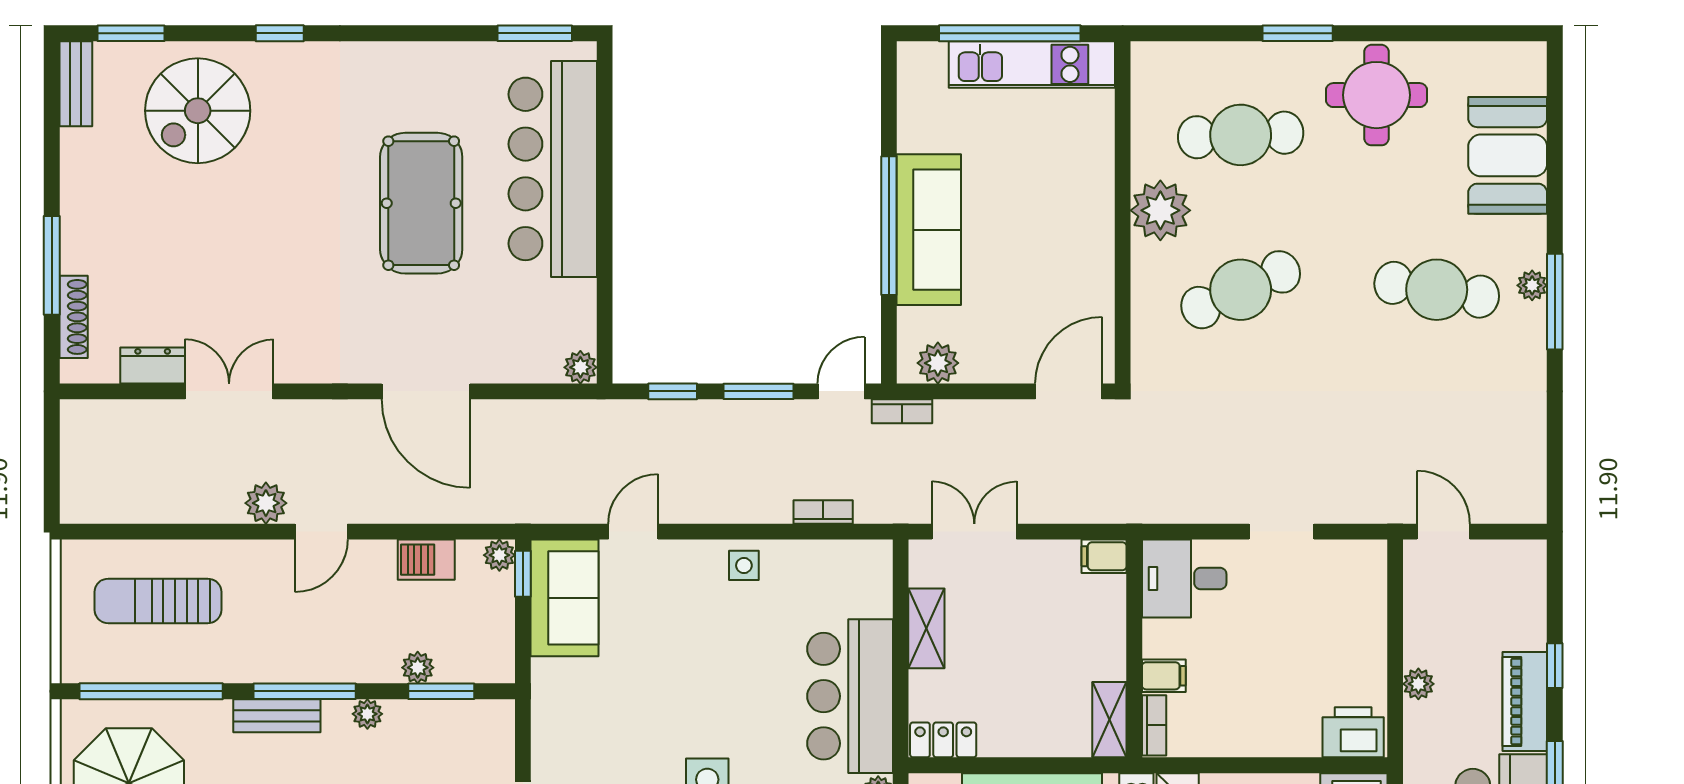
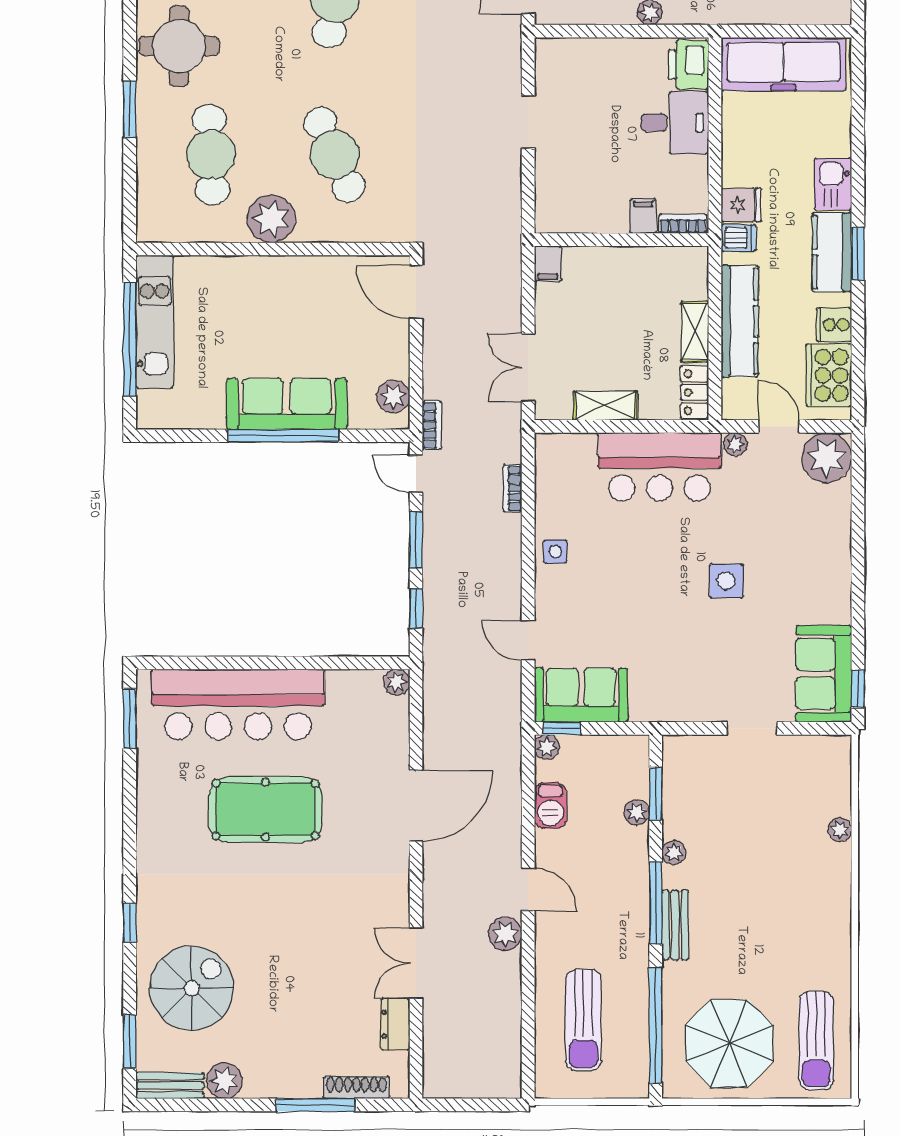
spiral stairs: (198, 111) -> (192, 988), turned -90
plant: (82, 152) -> (224, 1081), added
desk: (1184, 579) -> (675, 123), moved, turned -90
shelving: (1109, 720) -> (695, 332), moved, turned 90

